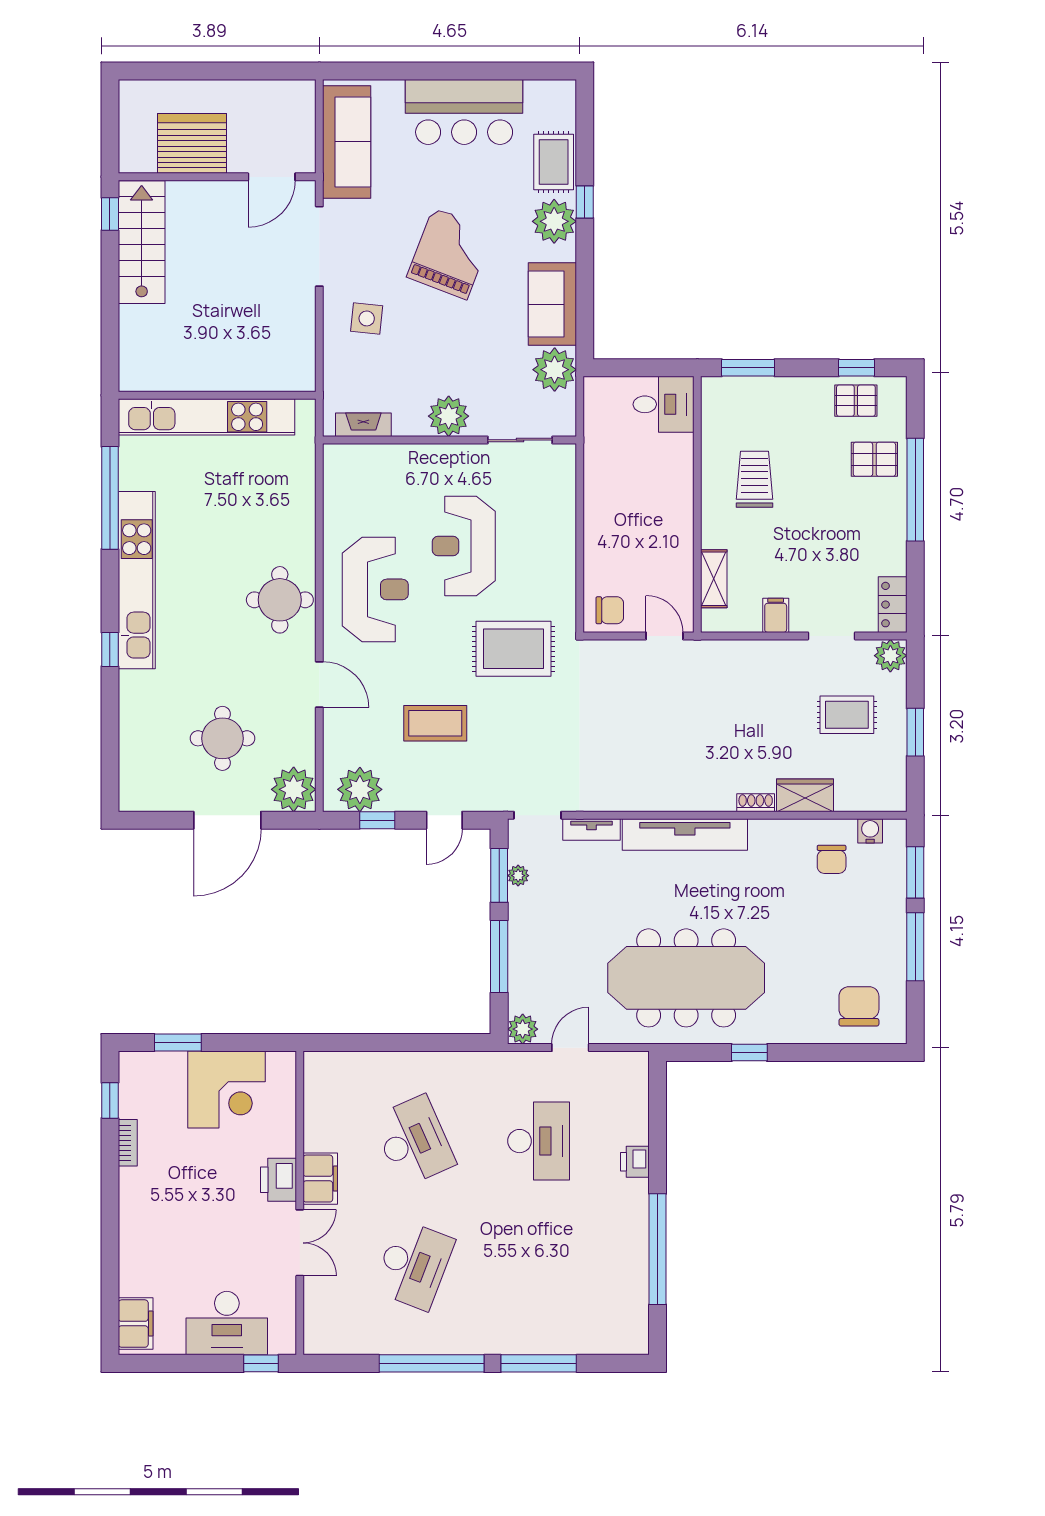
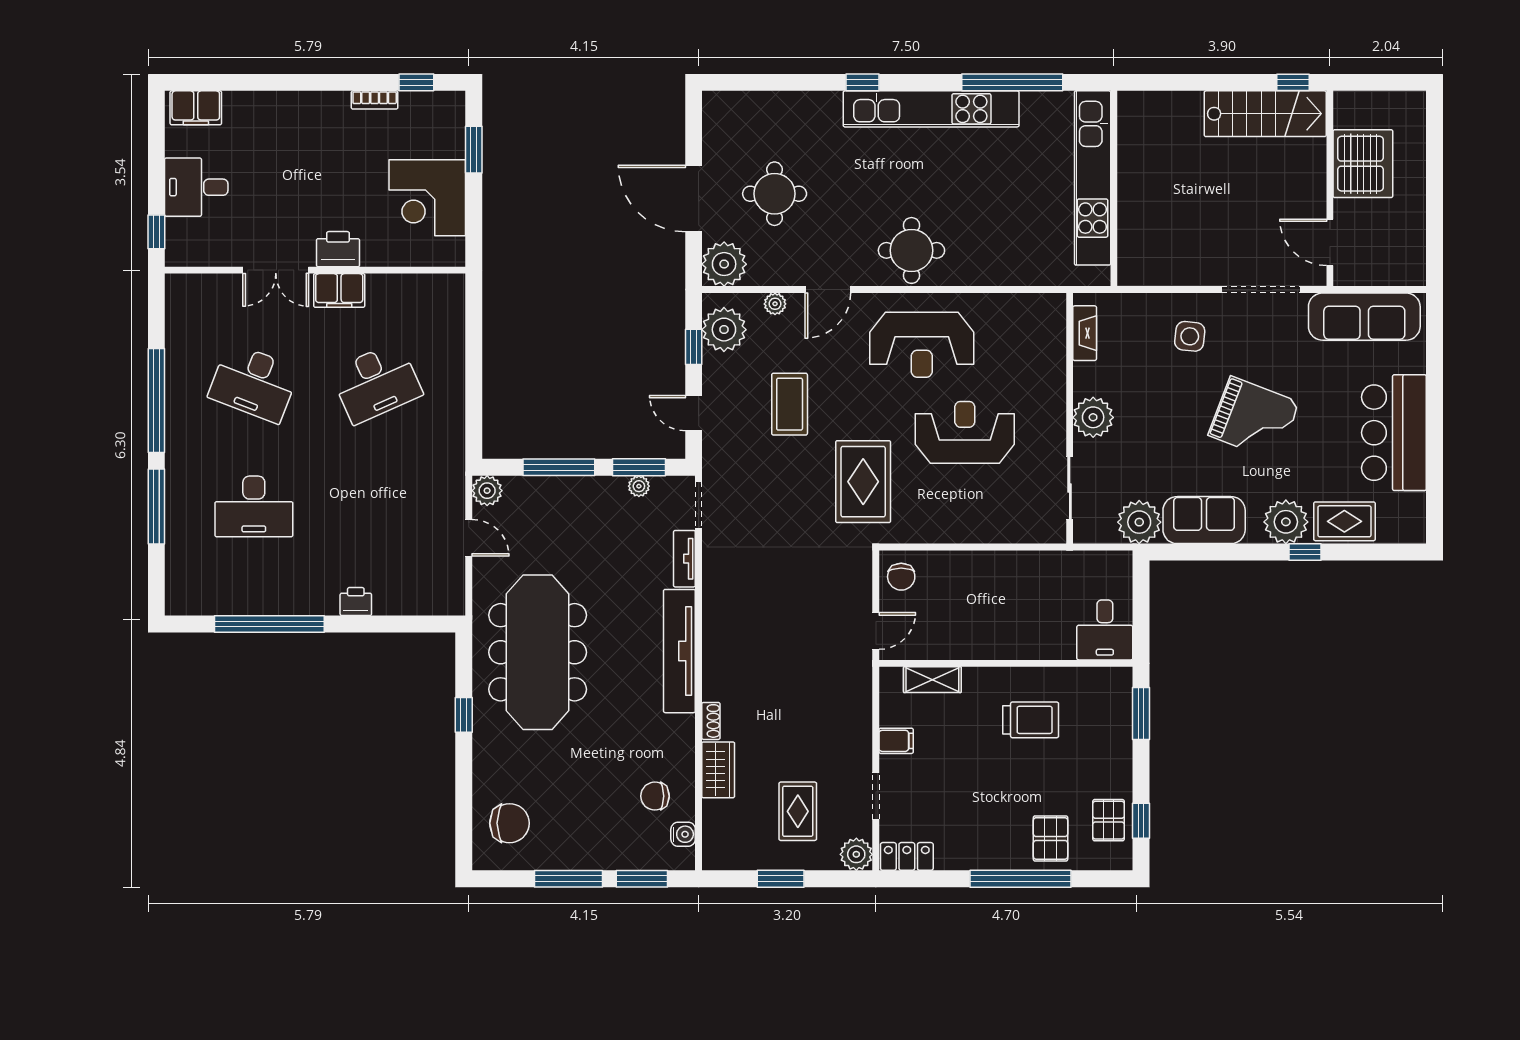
plant: (334, 738) -> (775, 304), added
desk: (539, 1141) -> (254, 506), moved
desk: (227, 1323) -> (196, 187), width x0.73

